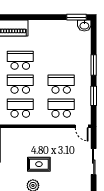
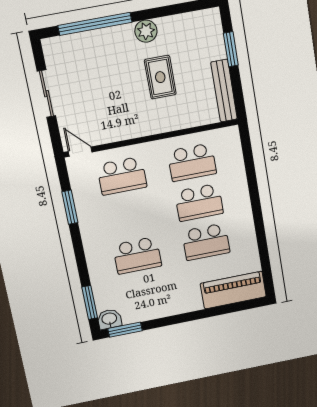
window: (94, 65) -> (90, 302), moved
school desk: (61, 84) -> (137, 255), moved
rug: (39, 164) -> (160, 77), moved, turned 90

